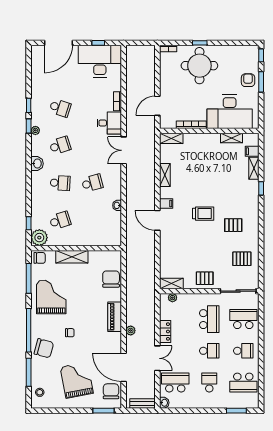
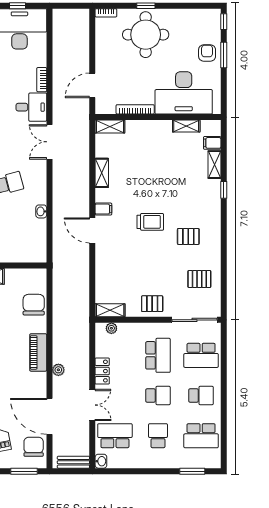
school desk: (243, 319) -> (201, 355), turned 180

